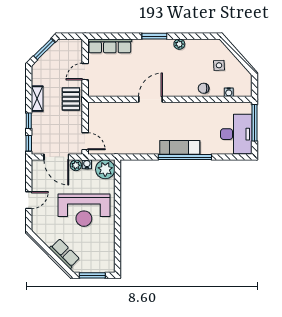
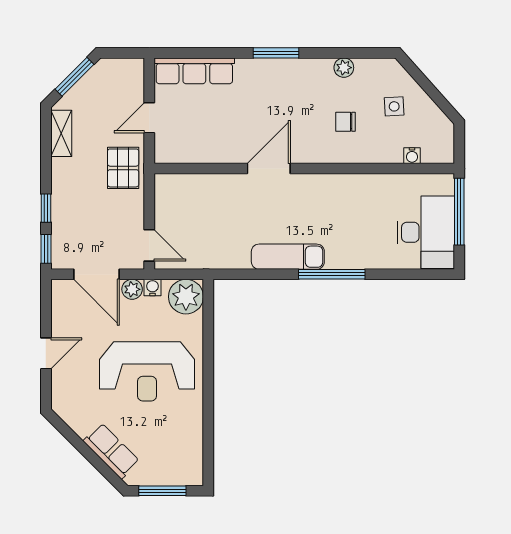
plant: (179, 44) -> (344, 68), moved
chair: (204, 88) -> (345, 122), moved
shelving: (37, 99) -> (61, 133), moved
exam couch: (180, 147) -> (288, 257), moved
window: (185, 157) -> (332, 274), width x0.68

